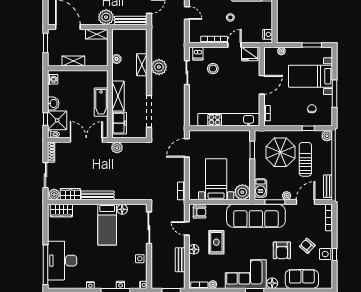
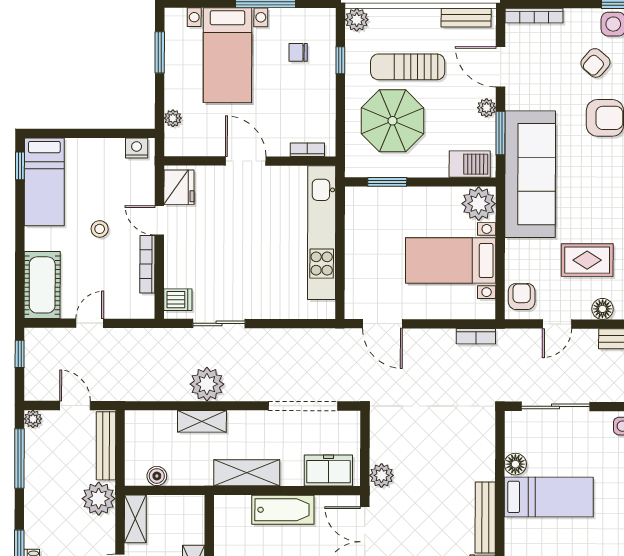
boiler: (116, 59) -> (157, 476), moved
stool: (213, 69) -> (211, 267), removed
shelving: (118, 96) -> (247, 473), moved

